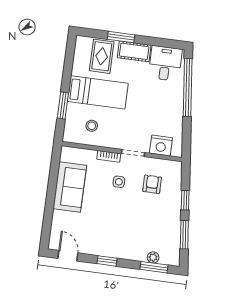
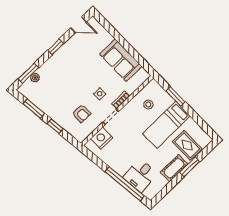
desk: (165, 63) -> (140, 175), moved, turned 84

